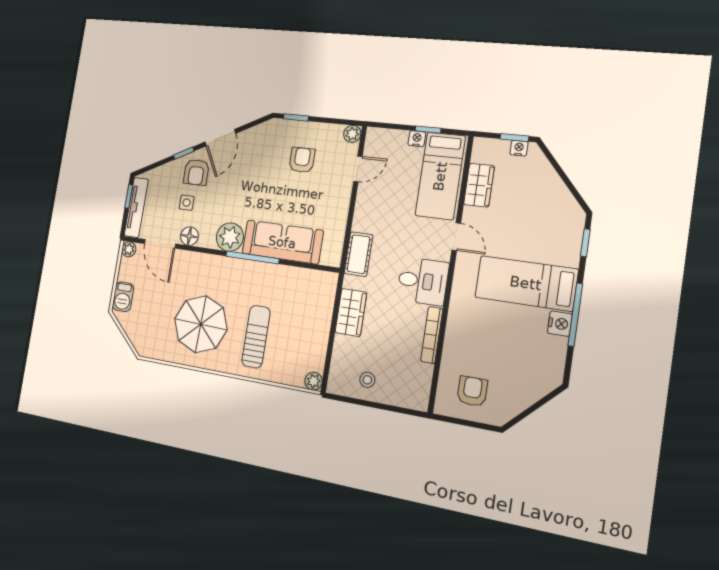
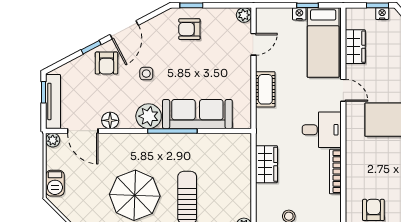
armchair: (302, 160) -> (189, 29), moved, turned -90
side table: (187, 203) -> (146, 74), moved
cot: (358, 254) -> (265, 89), moved

